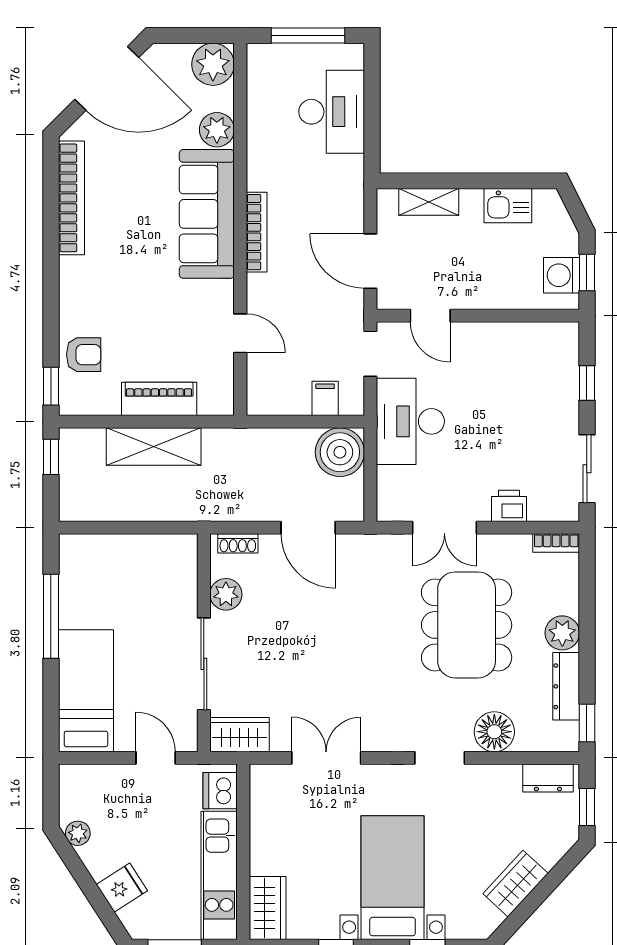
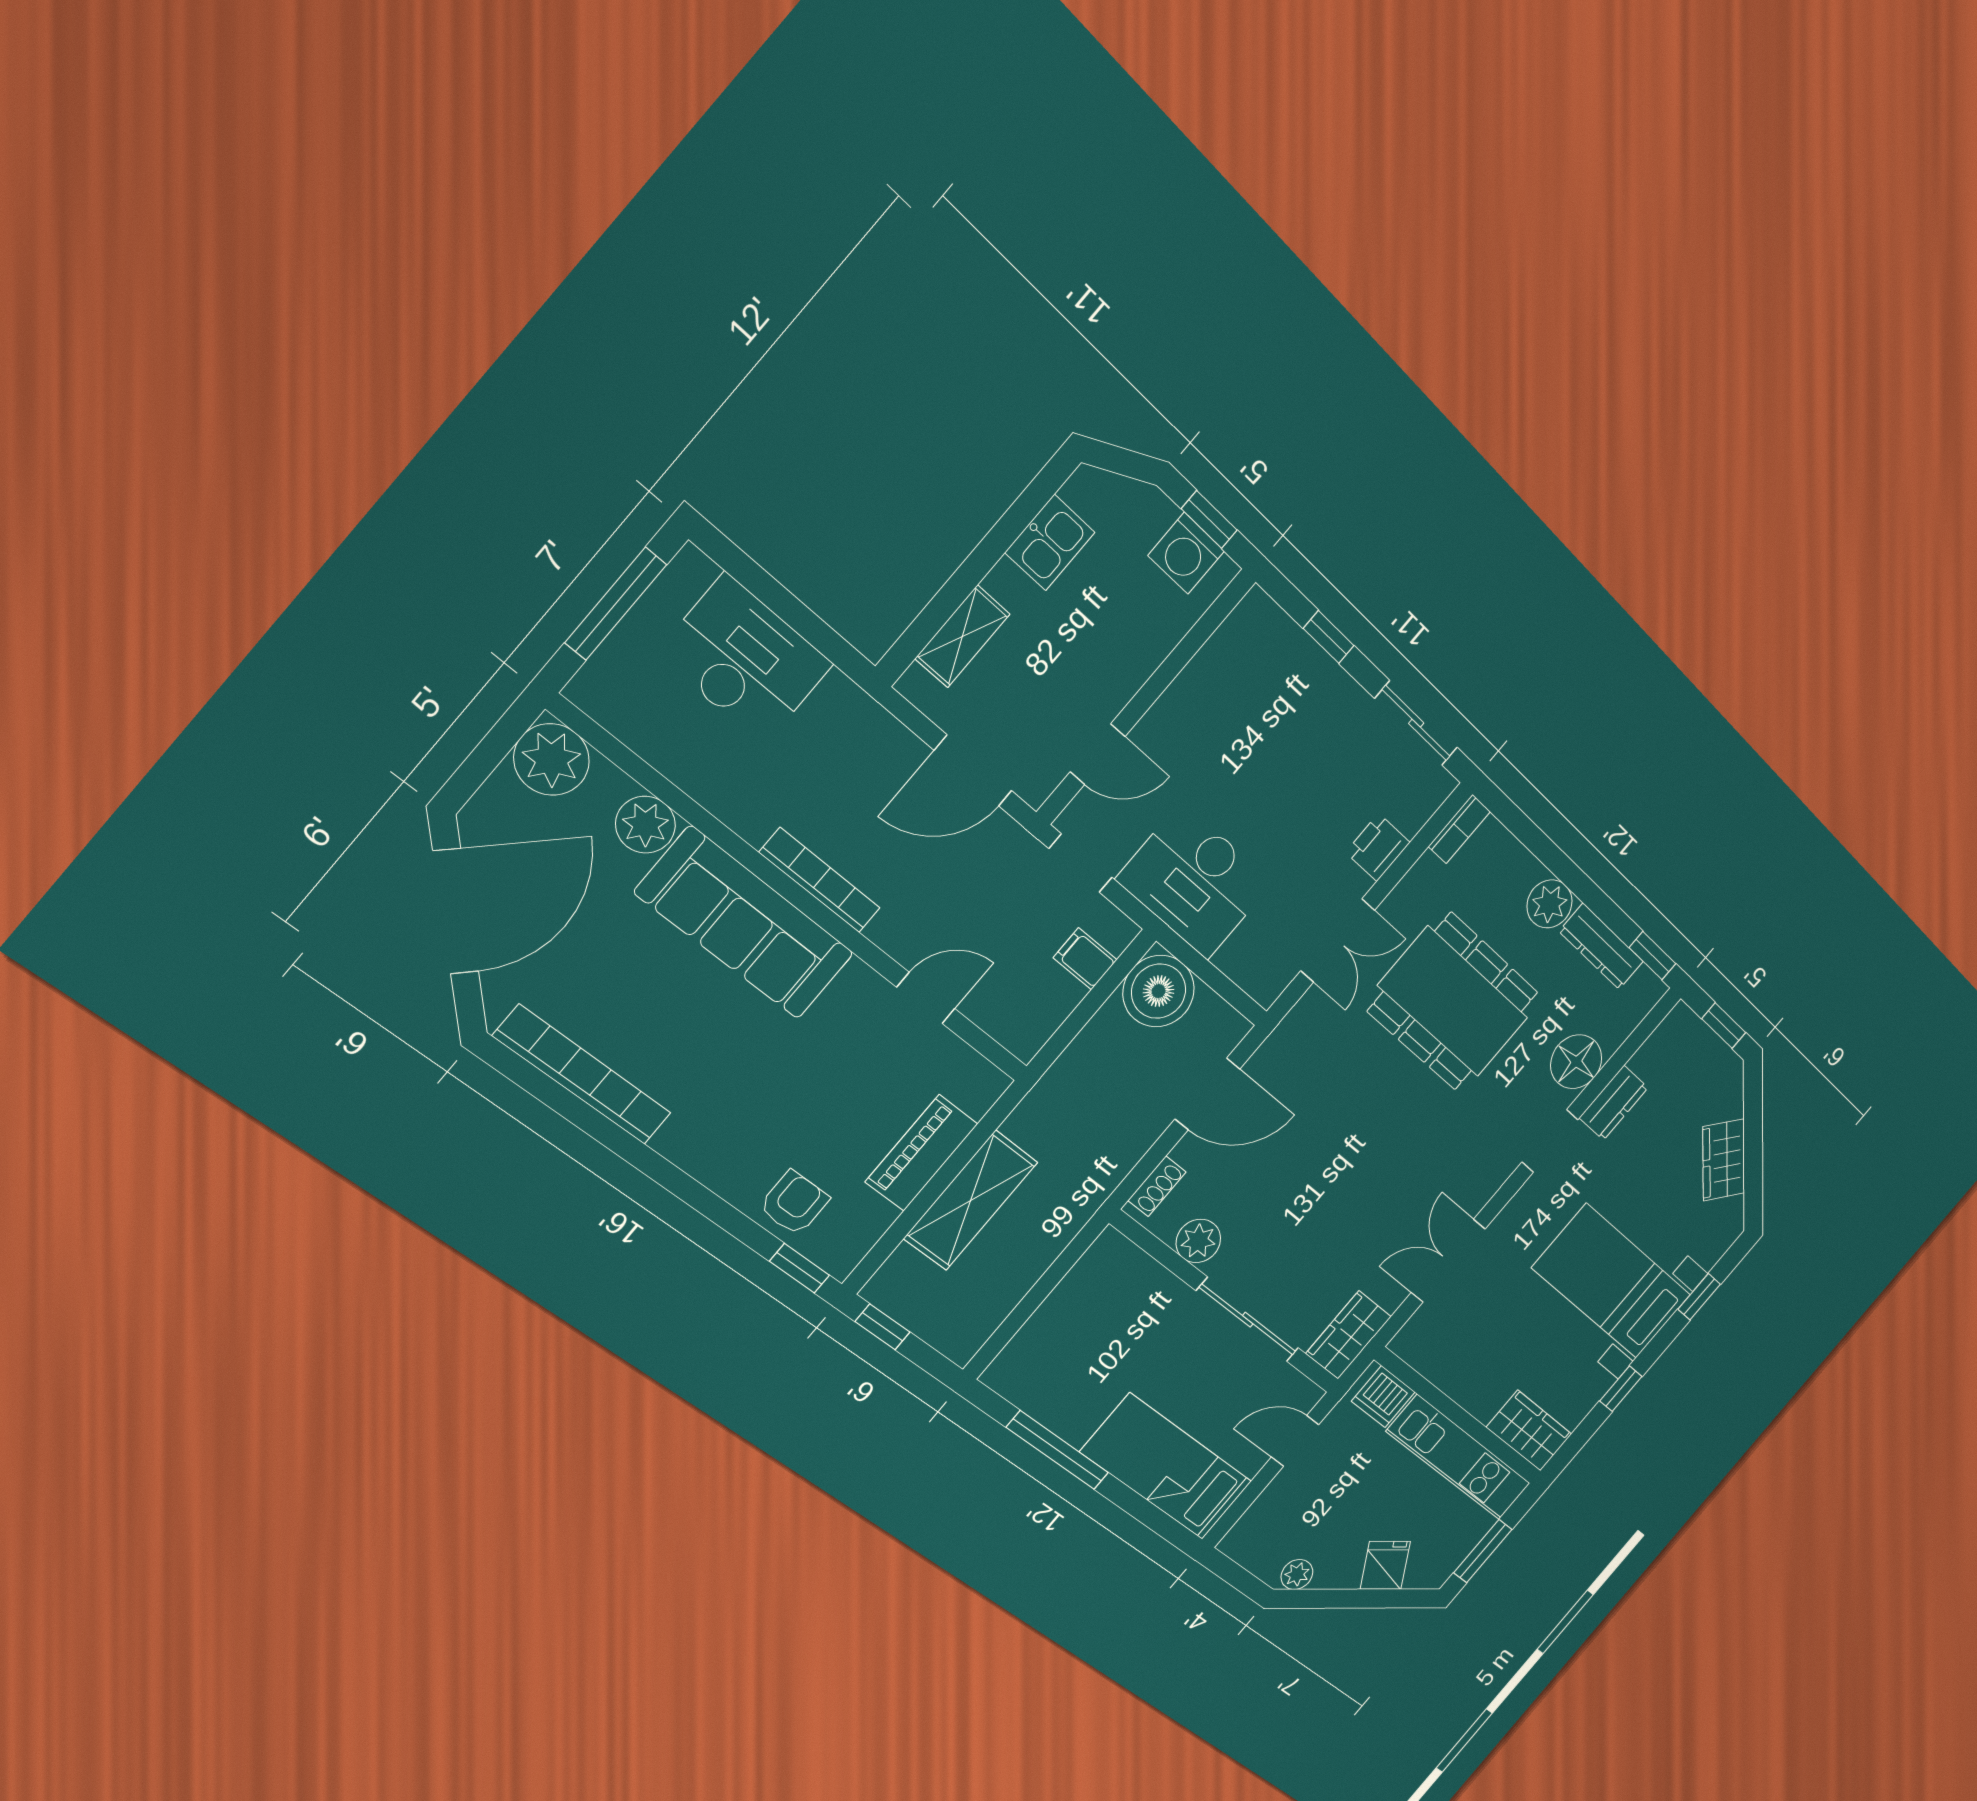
dresser: (548, 778) -> (1614, 1103), moved

